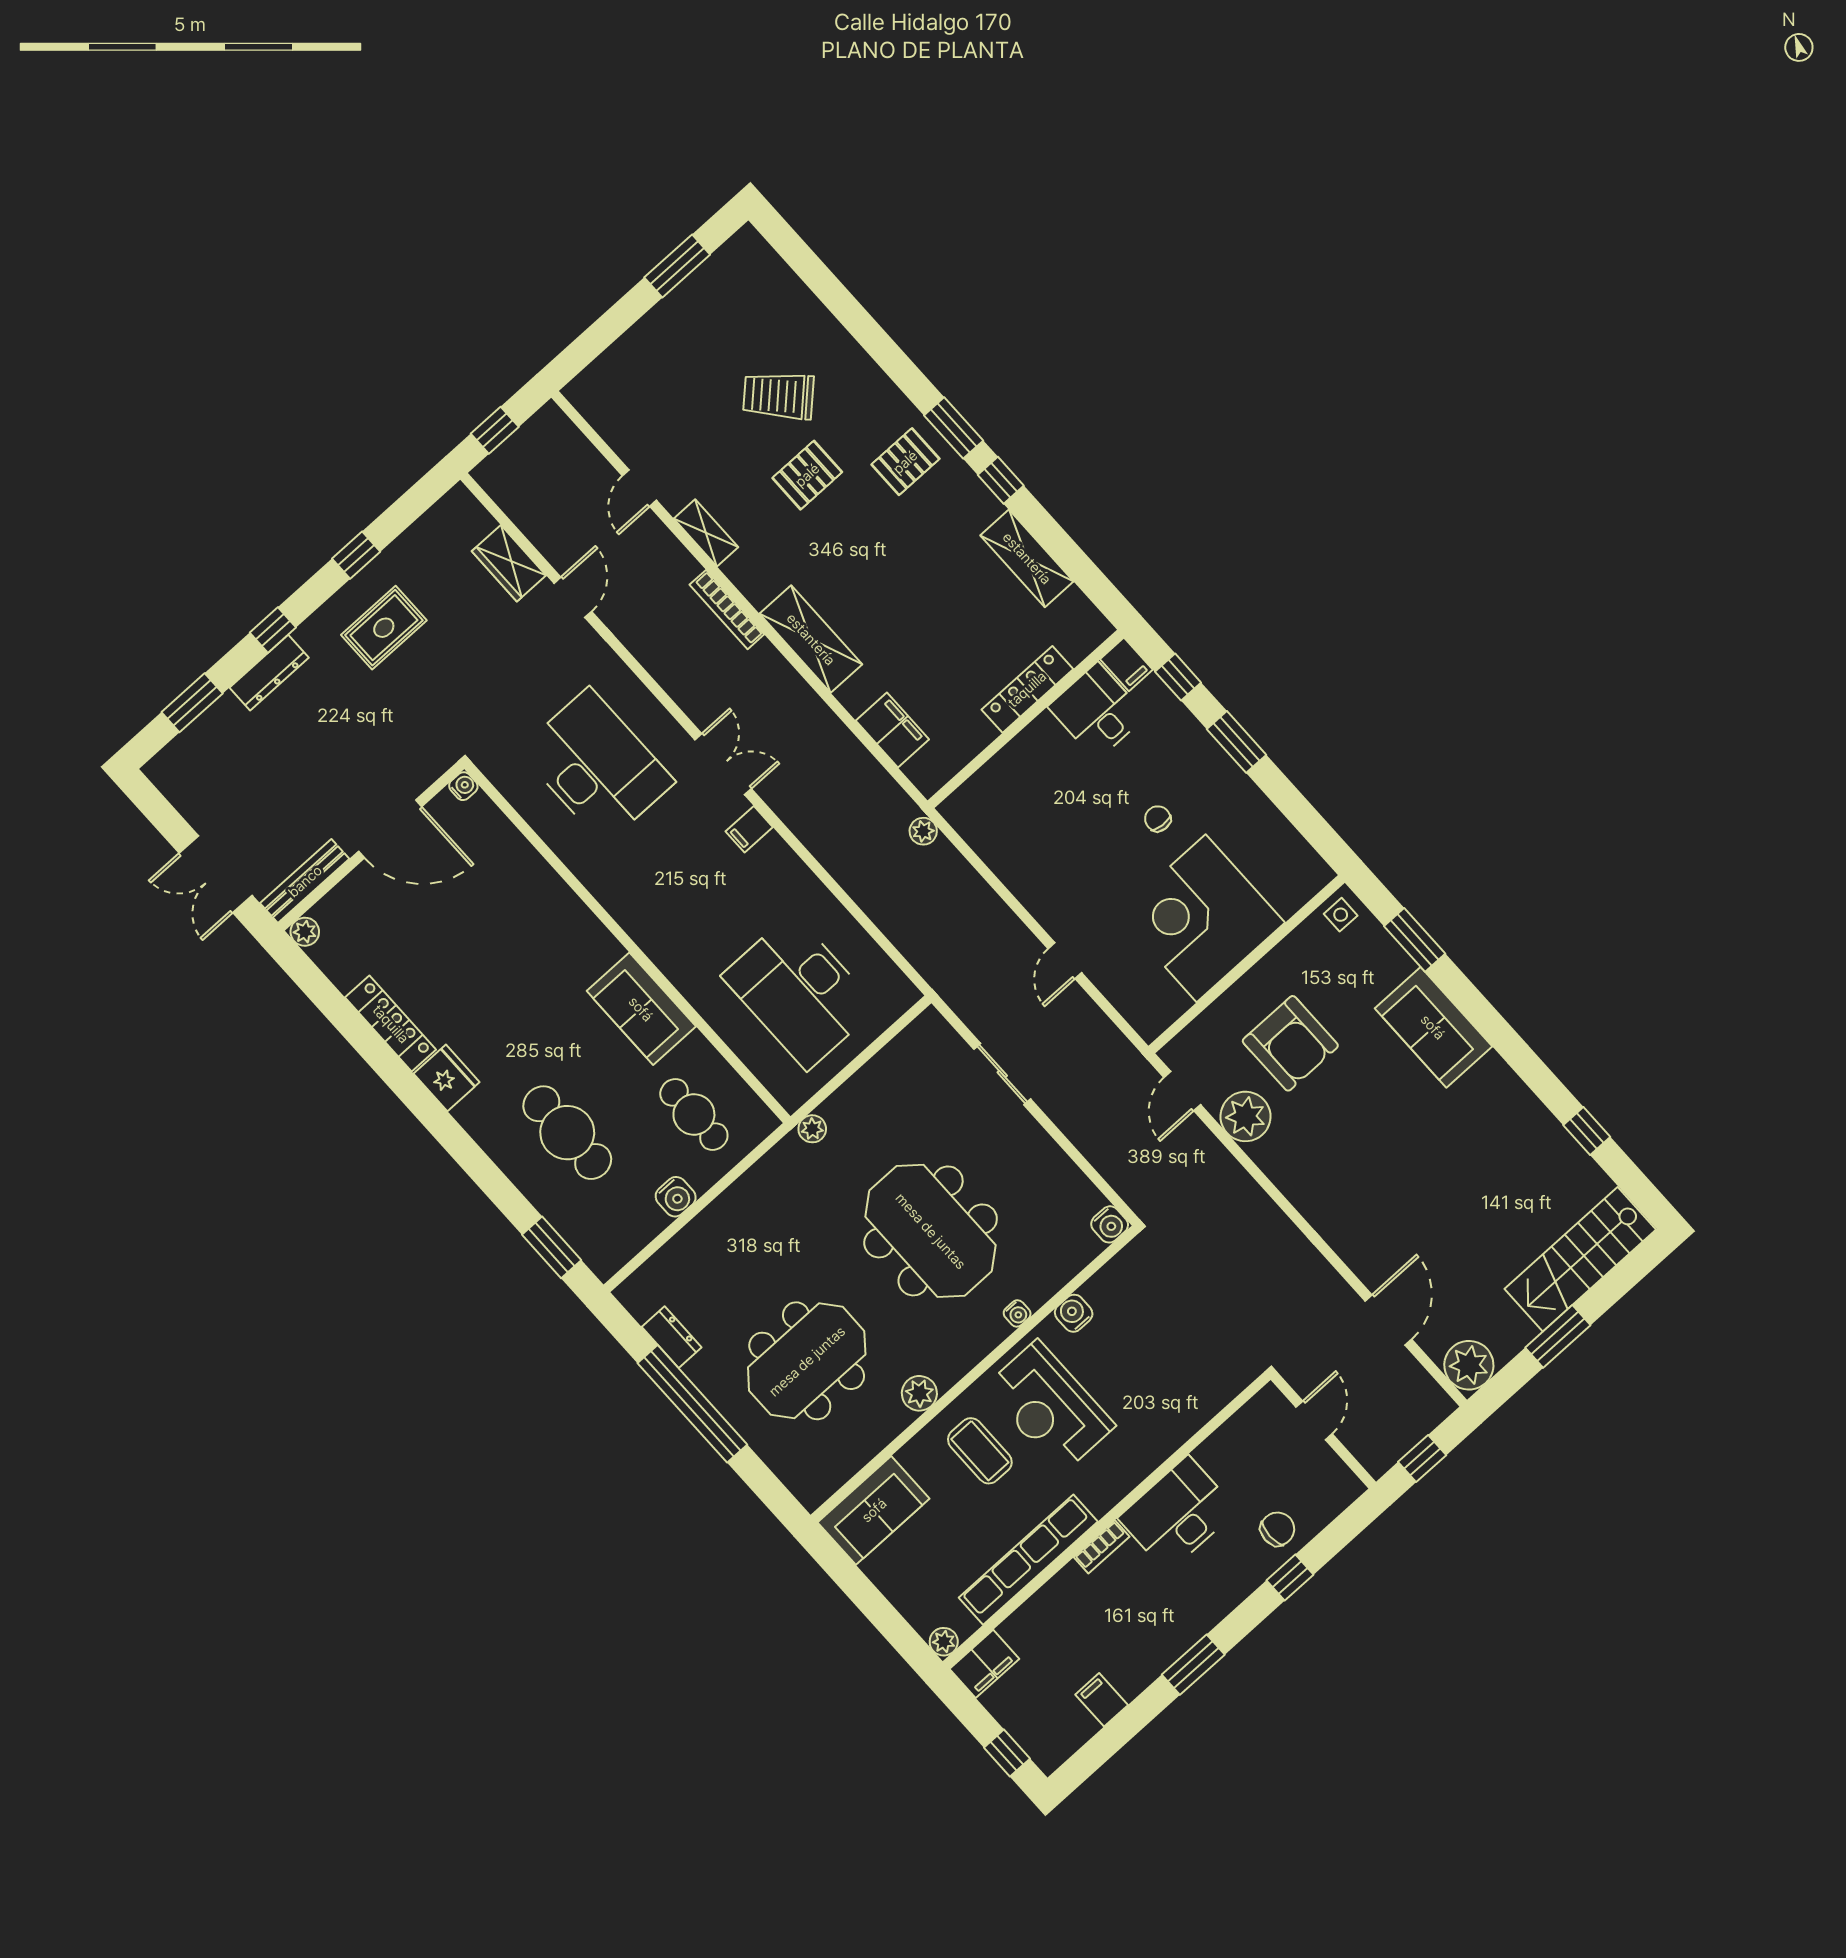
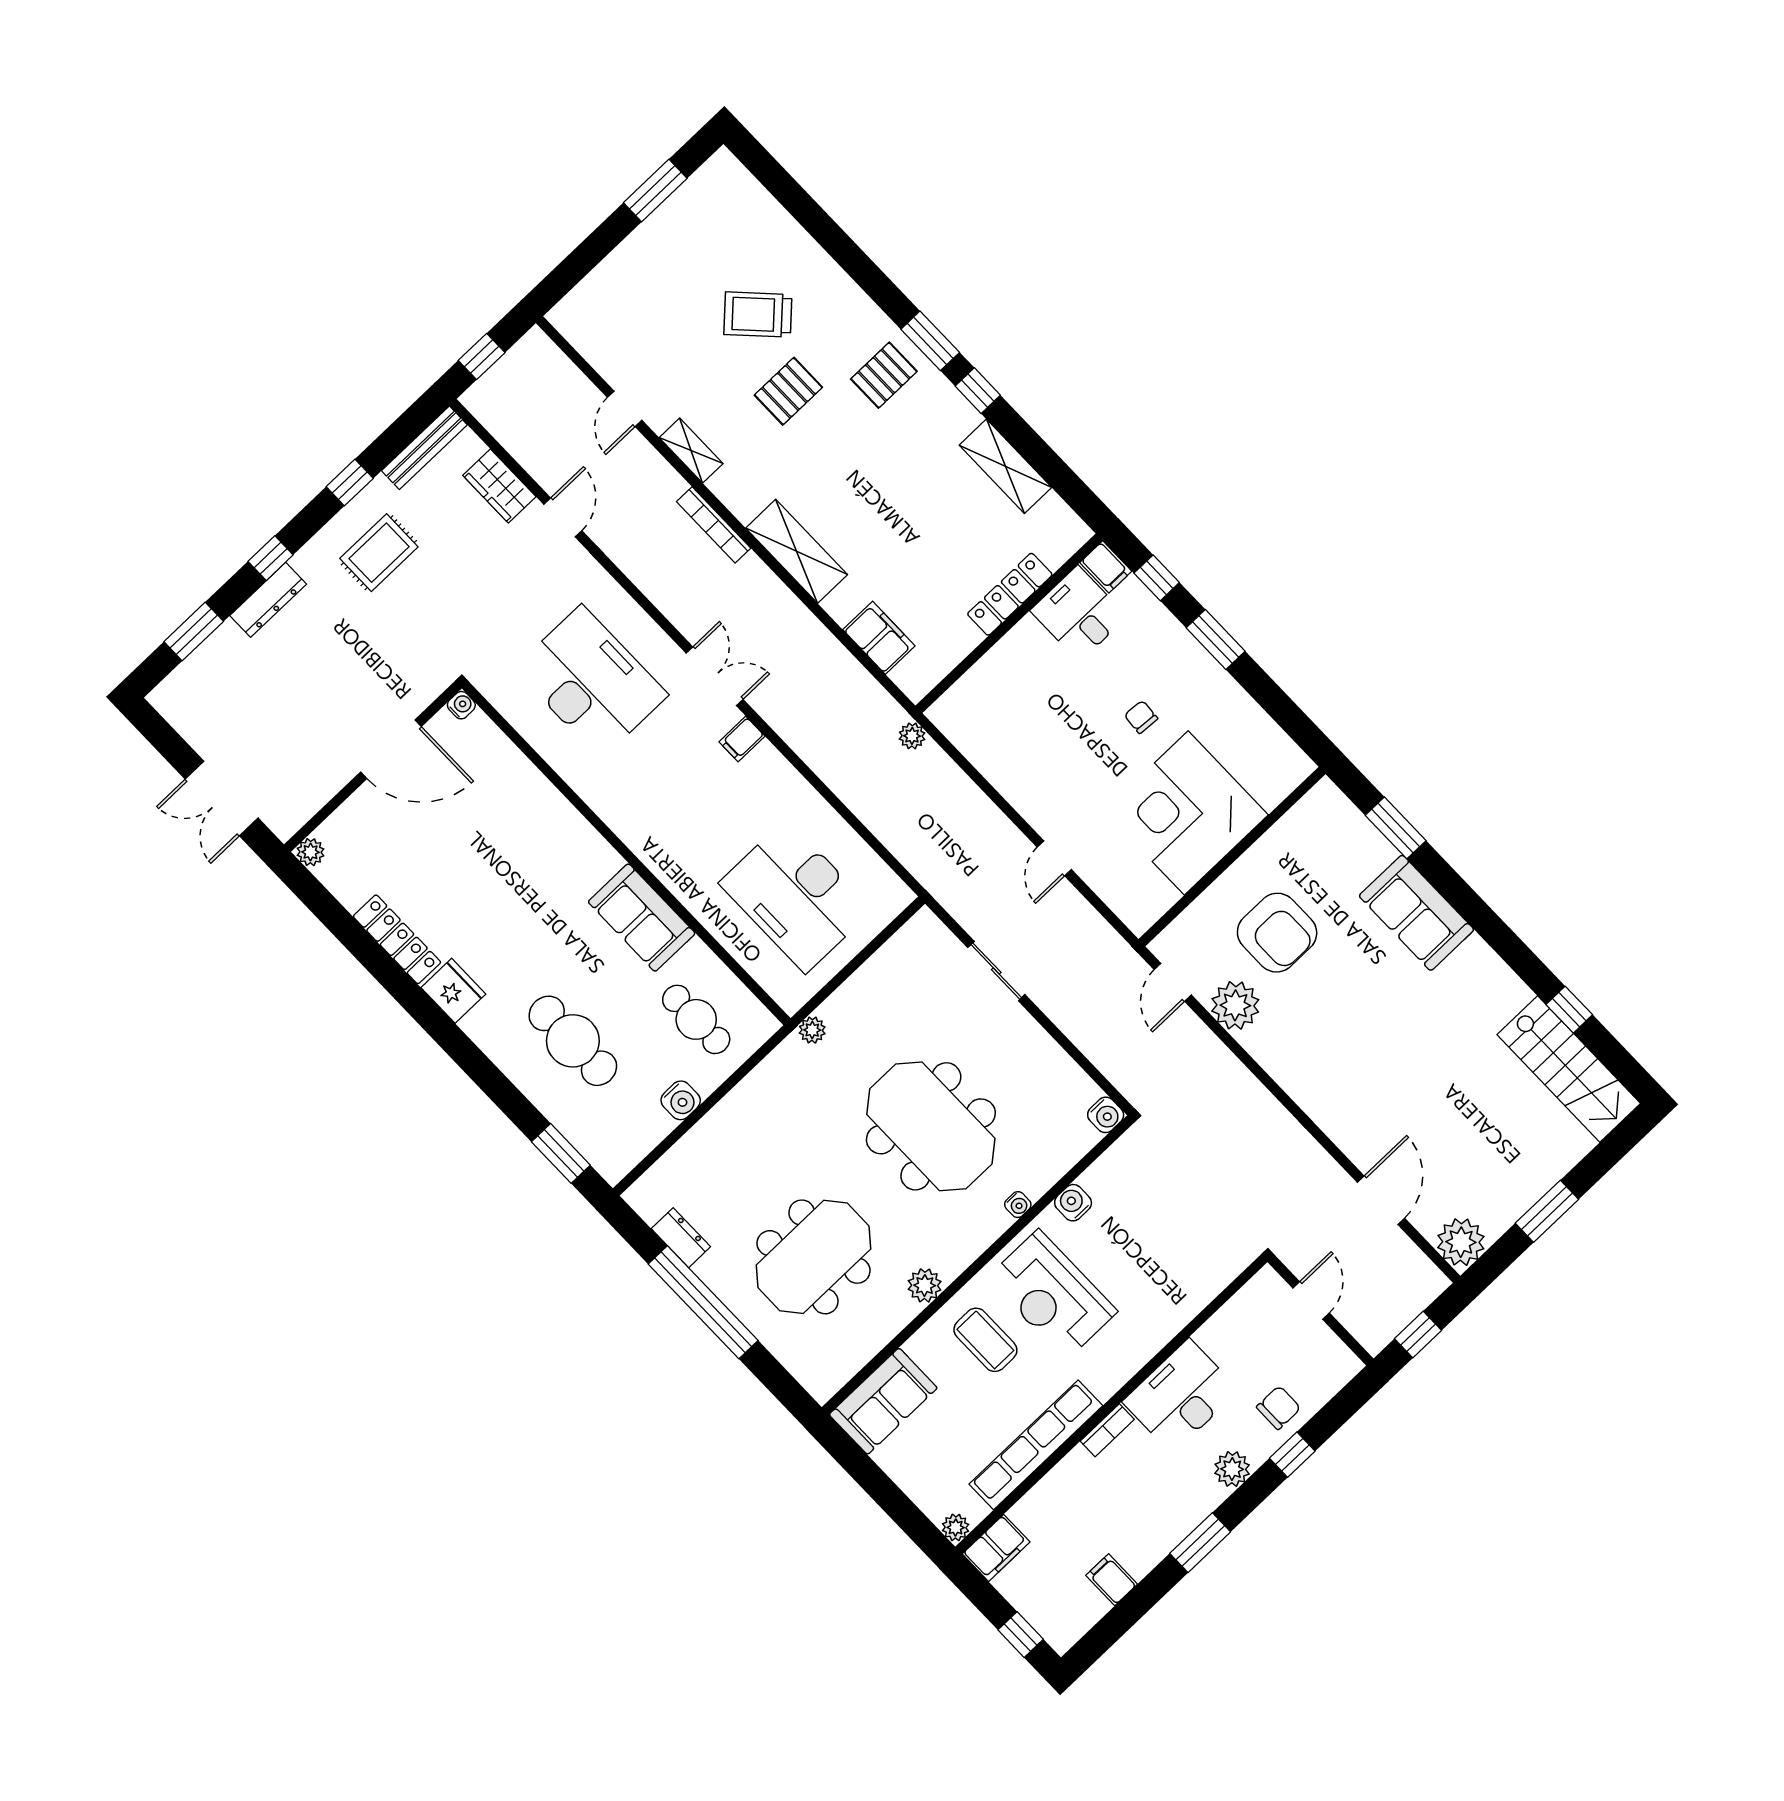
bench: (305, 881) -> (424, 448), moved
side table: (1341, 915) -> (1322, 805), removed
stairs: (1580, 1259) -> (1569, 1069), moved, turned -90
plant: (1228, 1590) -> (1232, 1469), added

